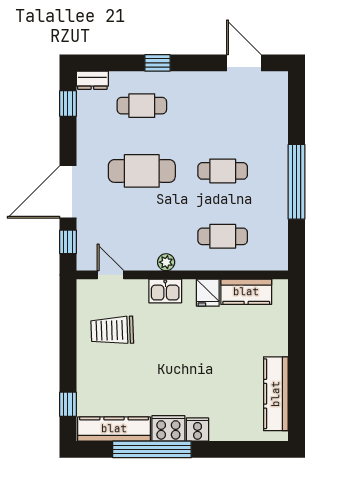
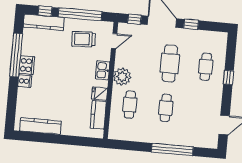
dresser: (92, 80) -> (222, 41), removed
window: (68, 104) -> (191, 24), moved
window: (297, 182) -> (172, 149), moved
plant: (166, 262) -> (122, 77), width x1.88, depth x1.88
trolley: (112, 330) -> (84, 39), turned -91
window: (68, 341) -> (80, 14), added
kitchen counter: (114, 429) -> (44, 22), moved, turned 90

